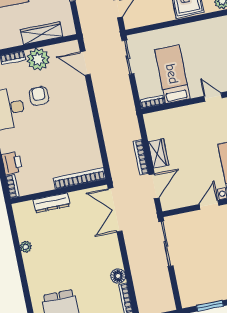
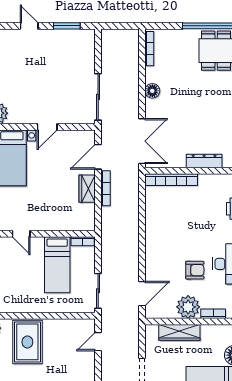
door: (85, 63) -> (142, 294), hinge flipped
armchair: (39, 96) -> (195, 270), turned -90
floor lamp: (118, 276) -> (152, 91), moved

